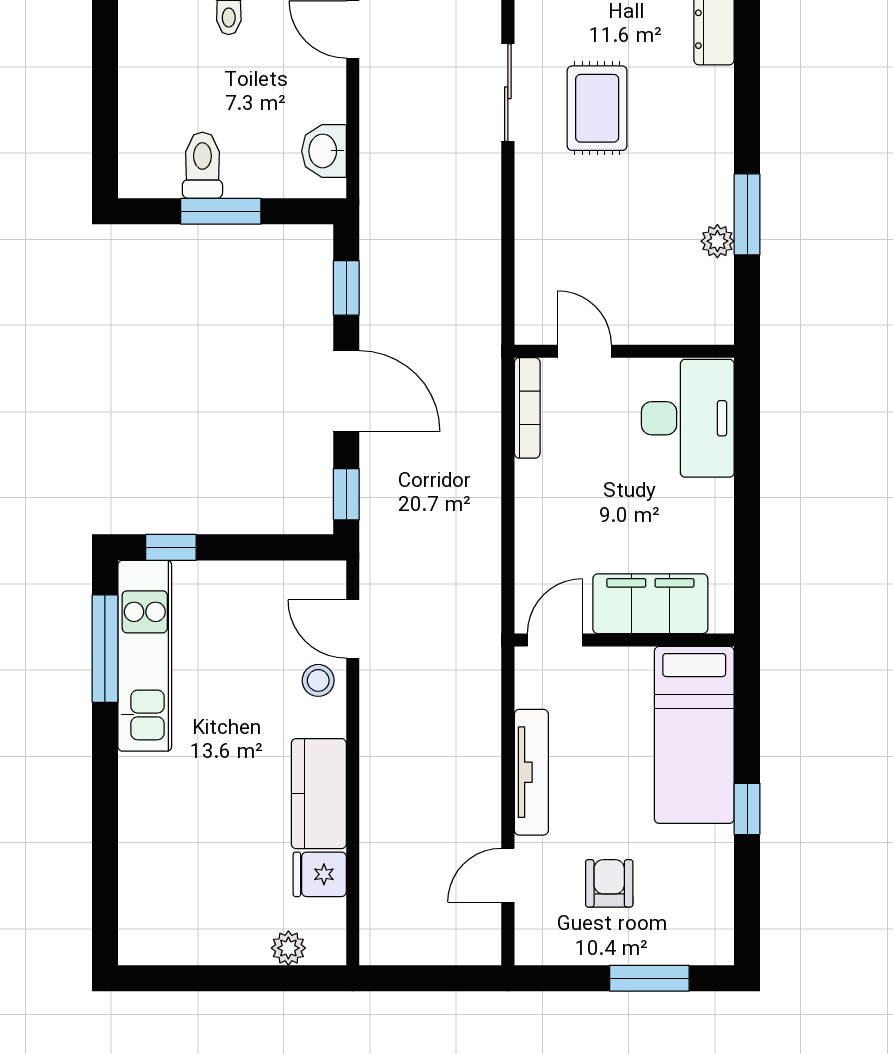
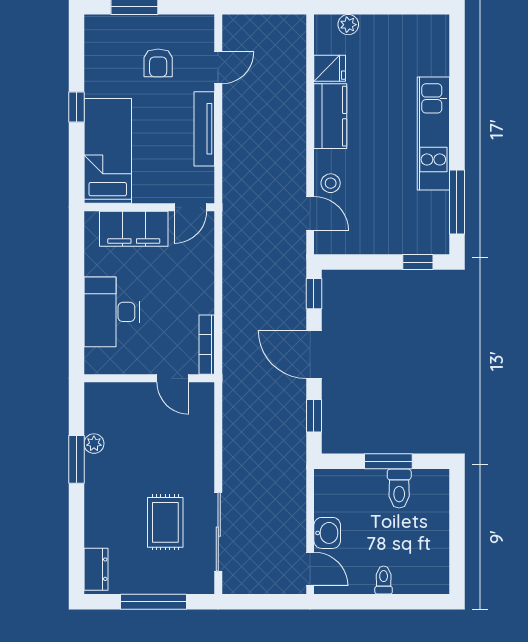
sliding door: (508, 93) -> (218, 532), width x1.37
washbasin: (324, 151) -> (327, 533), moved
desk: (688, 418) -> (112, 312), moved
kitchen unit: (145, 656) -> (433, 133), moved

